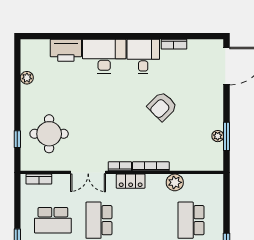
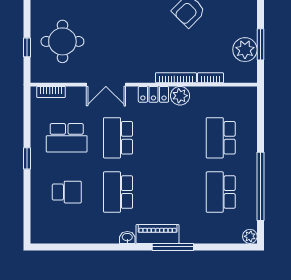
plant: (218, 136) -> (245, 50), width x1.87, depth x1.87
bookcase: (120, 166) -> (210, 78), moved
plant: (175, 182) -> (180, 96), moved

